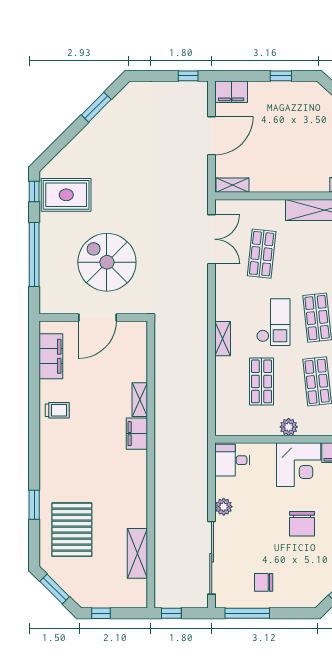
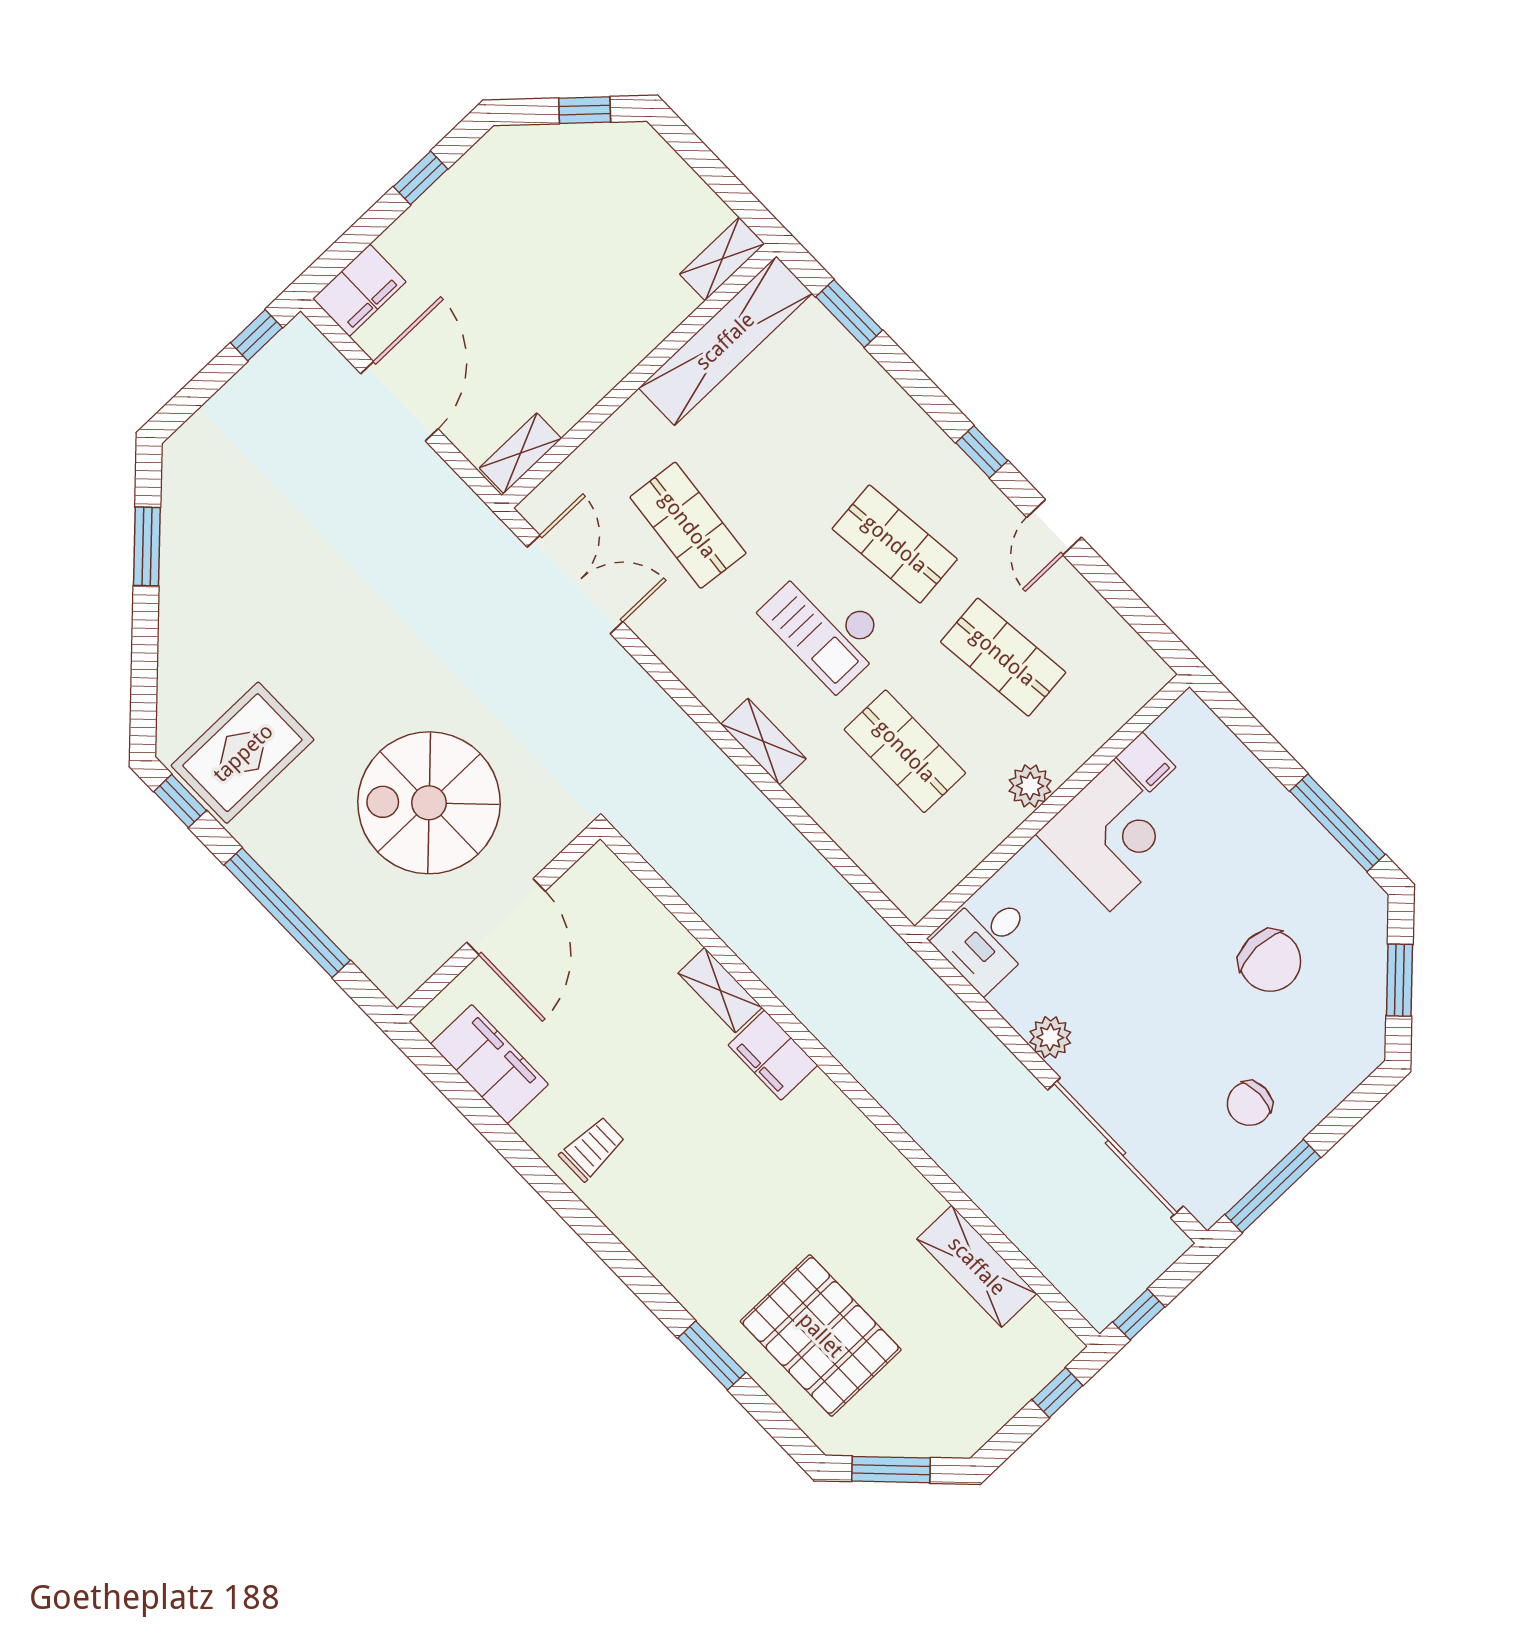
checkout: (273, 322) -> (825, 626), turned 180
chair: (302, 524) -> (1270, 961), moved
window: (101, 613) -> (1057, 1393), moved

